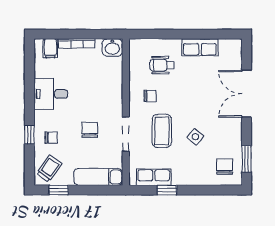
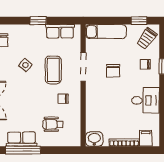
window: (198, 34) -> (23, 150), added
wheelchair: (162, 65) -> (53, 124), turned 180
window: (167, 190) -> (38, 21), moved

